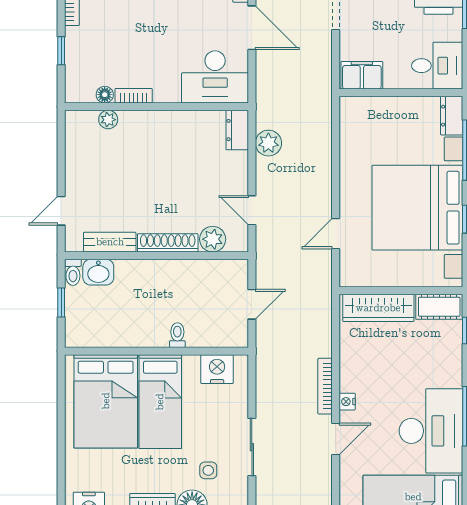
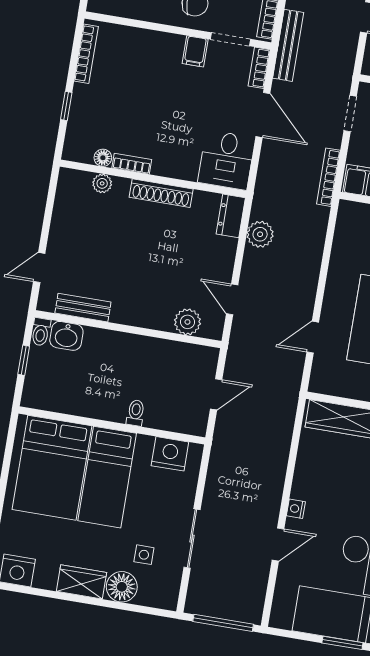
desk: (215, 77) -> (226, 160), width x0.73
shoe rack: (168, 243) -> (161, 193), moved, turned 180
bookcase: (325, 386) -> (328, 177), moved

